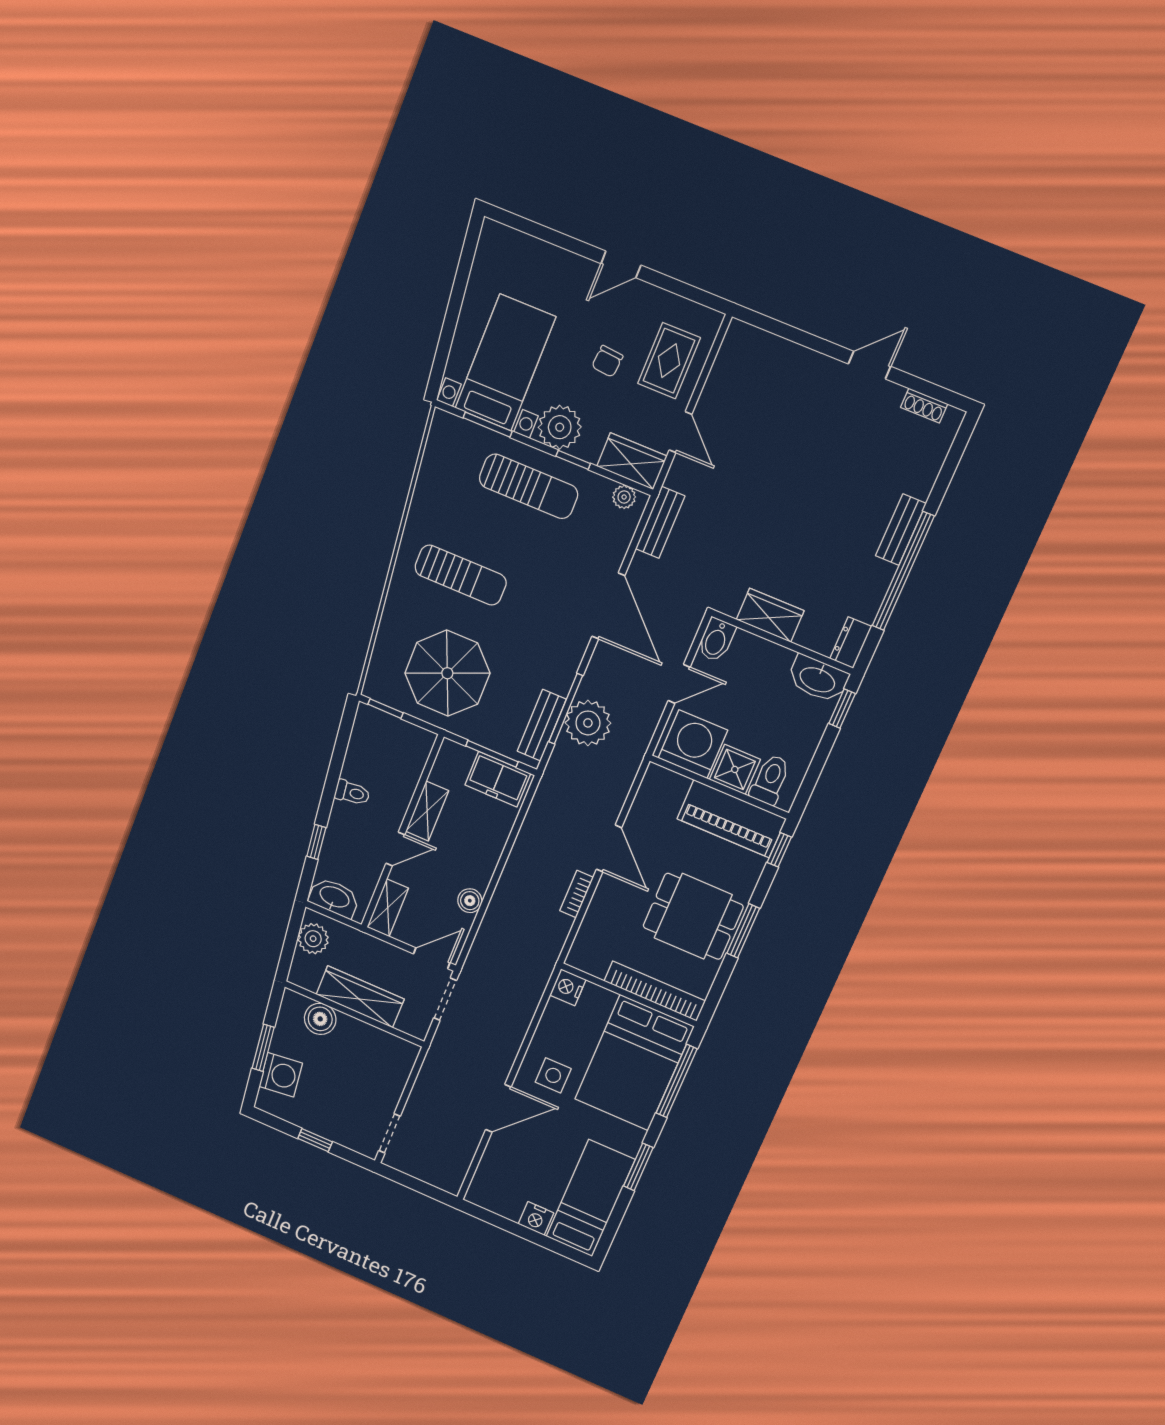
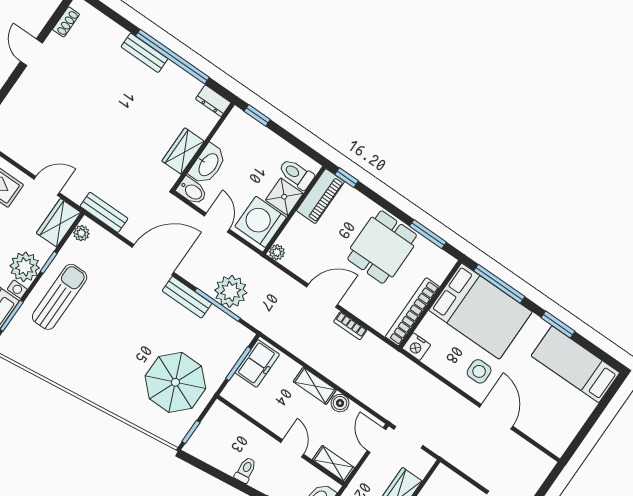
sun lounger: (461, 575) -> (109, 358), removed
washbasin: (818, 679) -> (208, 164), moved
bench: (542, 725) -> (187, 297), moved
plant: (655, 775) -> (277, 252), added
shelving: (427, 811) -> (315, 386), moved
piano: (732, 819) -> (321, 196), width x0.73, depth x0.75
window: (743, 931) -> (428, 234), moved
bookcase: (655, 991) -> (412, 312), moved
nightstand: (536, 1218) -> (584, 408), removed

